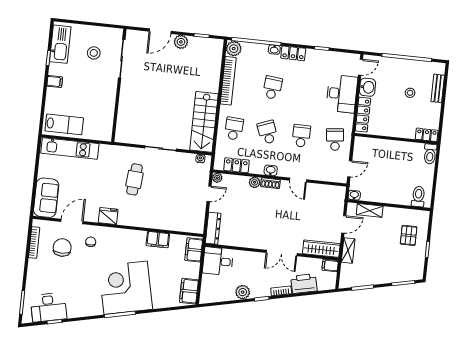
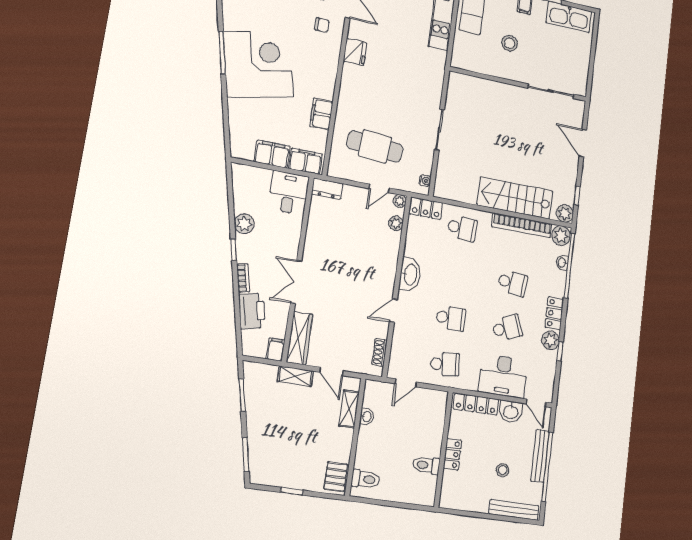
plant: (181, 42) -> (565, 213), moved
washbasin: (274, 50) -> (562, 263), moved
stool: (94, 53) -> (510, 43), moved
plant: (314, 56) -> (551, 340), added
bench: (399, 64) -> (540, 456), added
bench: (438, 88) -> (514, 510), width x1.36
stairs: (204, 122) -> (515, 198), moved
school desk: (268, 132) -> (507, 328), moved
locker: (427, 135) -> (452, 454), moved
toilet: (430, 154) -> (426, 465), moved
locker: (236, 165) -> (426, 208), moved, turned 90
door: (350, 169) -> (406, 383), hinge flipped
washbasin: (271, 170) -> (410, 274), width x1.91, depth x1.45
cafe table: (134, 179) -> (375, 146), moved, width x1.37, depth x1.35
plant: (255, 182) -> (396, 223), moved
shoe rack: (270, 183) -> (379, 352), moved
door: (209, 194) -> (379, 188), hinge flipped
washbasin: (354, 195) -> (367, 417), moved
dresser: (213, 228) -> (327, 189), width x0.70
pallet: (409, 235) -> (336, 477), moved, turned 90
filing cabinet: (189, 291) -> (272, 154), moved

